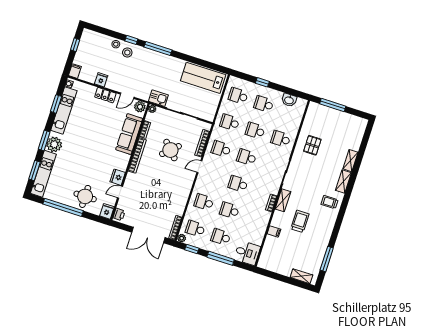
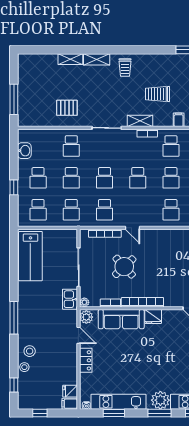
window: (131, 40) -> (14, 385), moved
fridge: (101, 80) -> (70, 391), moved
fridge: (118, 177) -> (153, 317), moved
school desk: (255, 219) -> (171, 146), added

